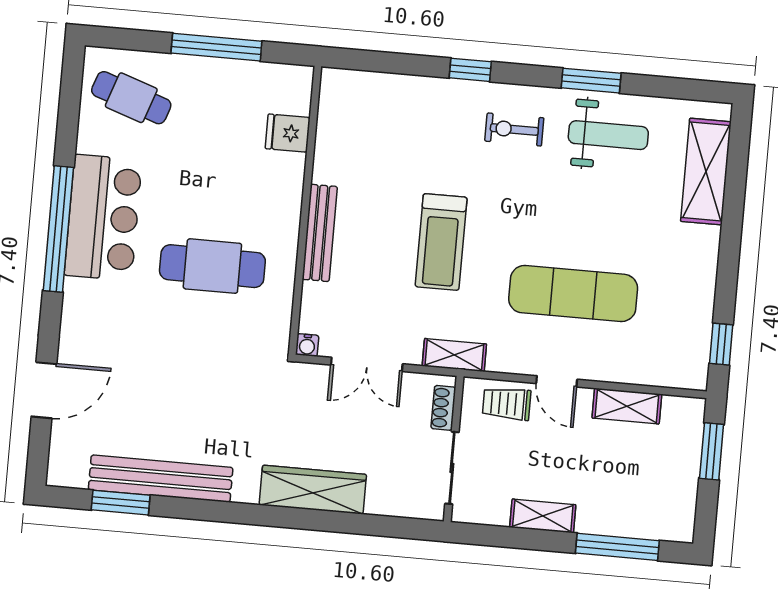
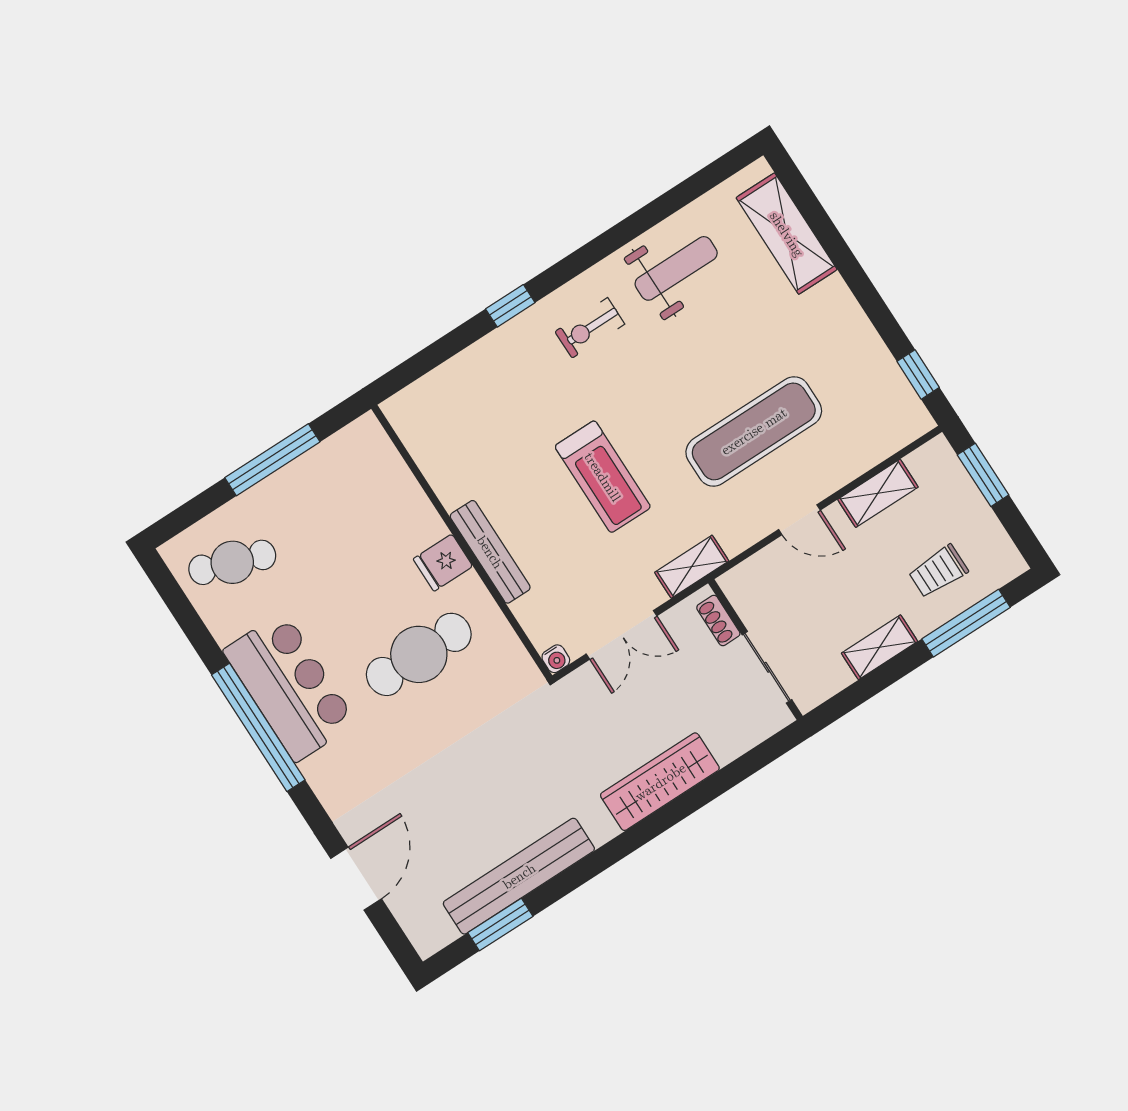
window: (591, 81) -> (624, 232), removed
fridge: (288, 133) -> (443, 563), moved
trolley: (507, 404) -> (938, 571), moved

